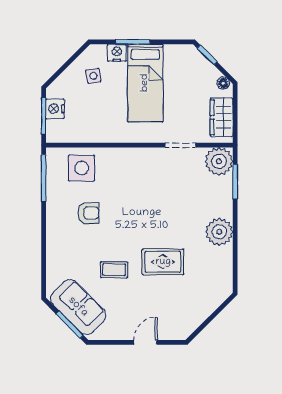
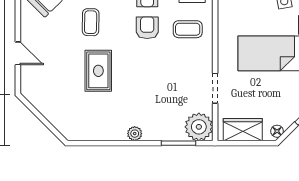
coffee table: (121, 172) -> (188, 29), added
armchair: (120, 213) -> (147, 28), added
plant: (219, 232) -> (135, 134), width x0.53, depth x0.53

